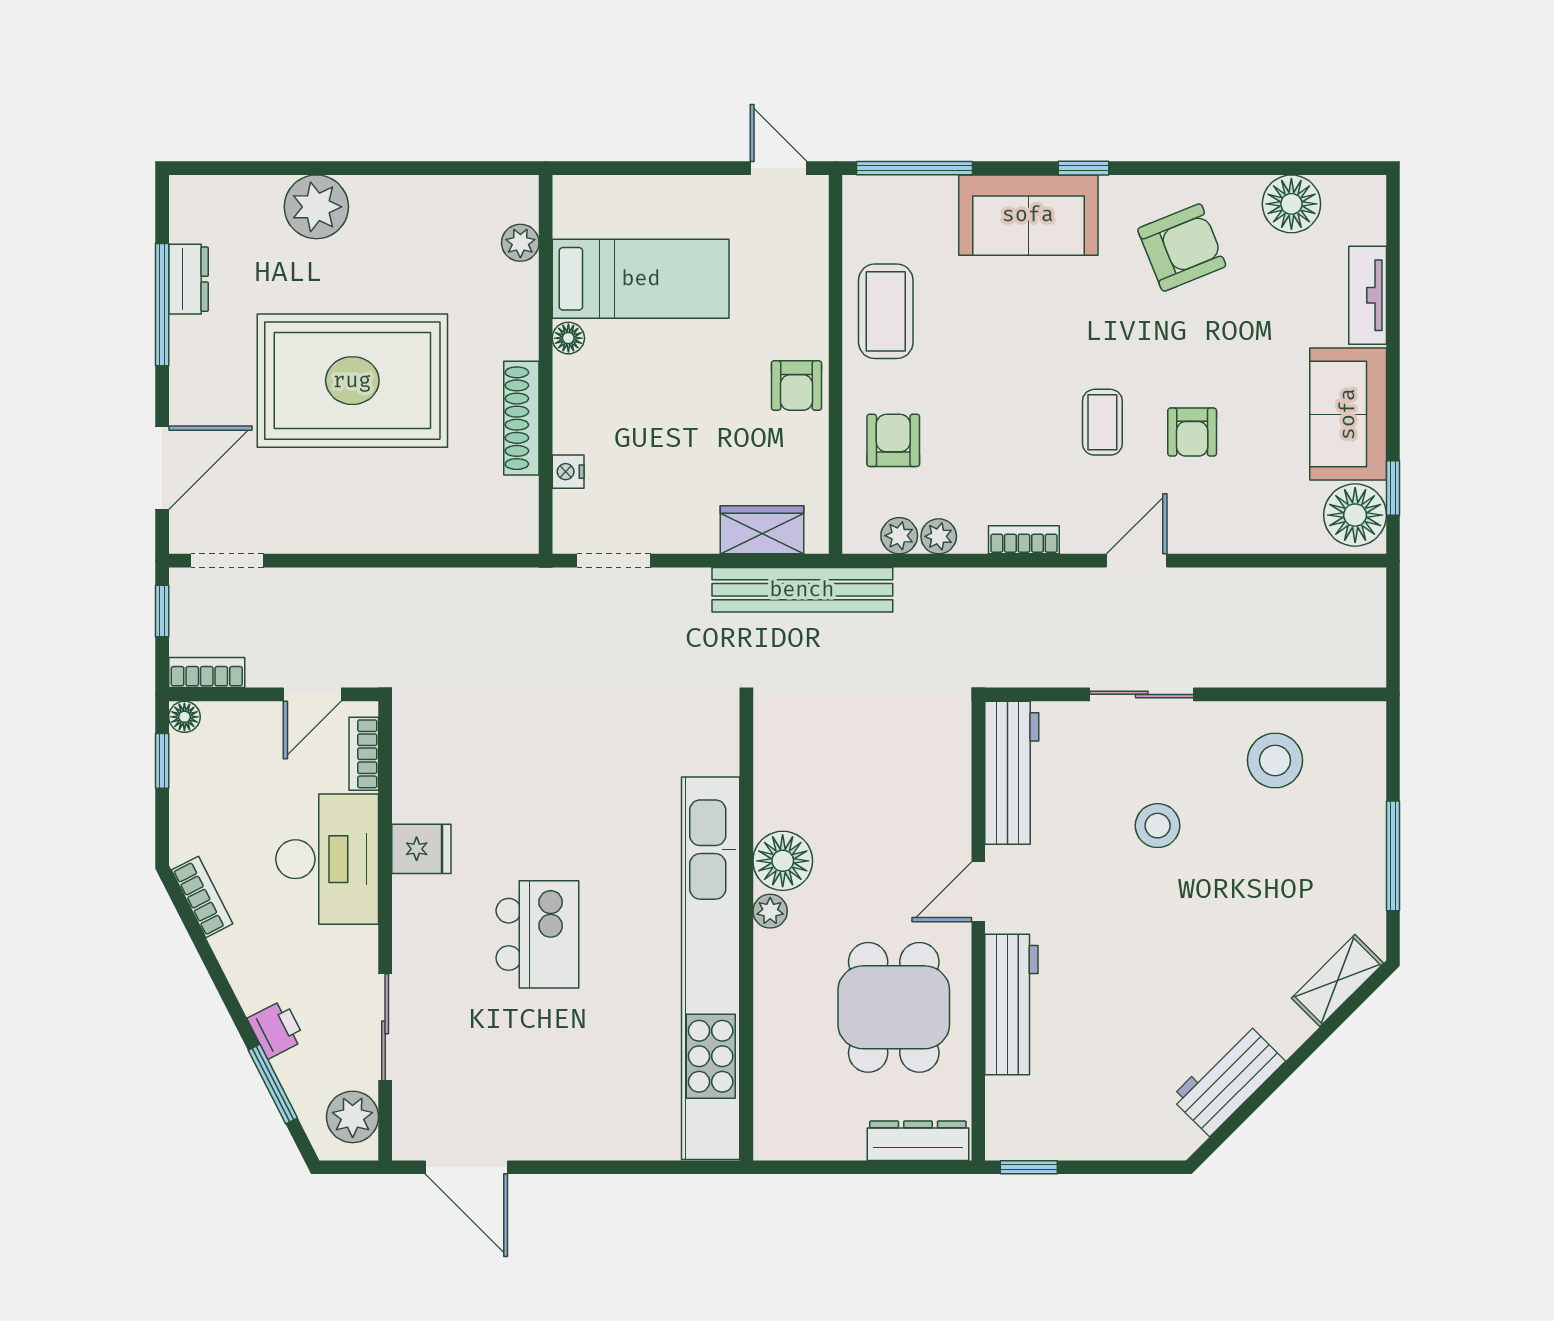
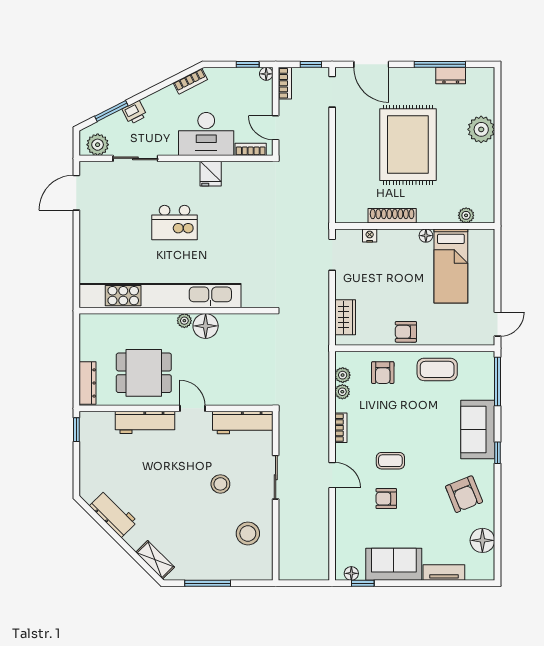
armchair: (893, 440) -> (383, 373), turned 90
floor lamp: (1355, 515) -> (351, 573), width x0.53, depth x0.53
bench: (802, 590) -> (320, 334), removed

